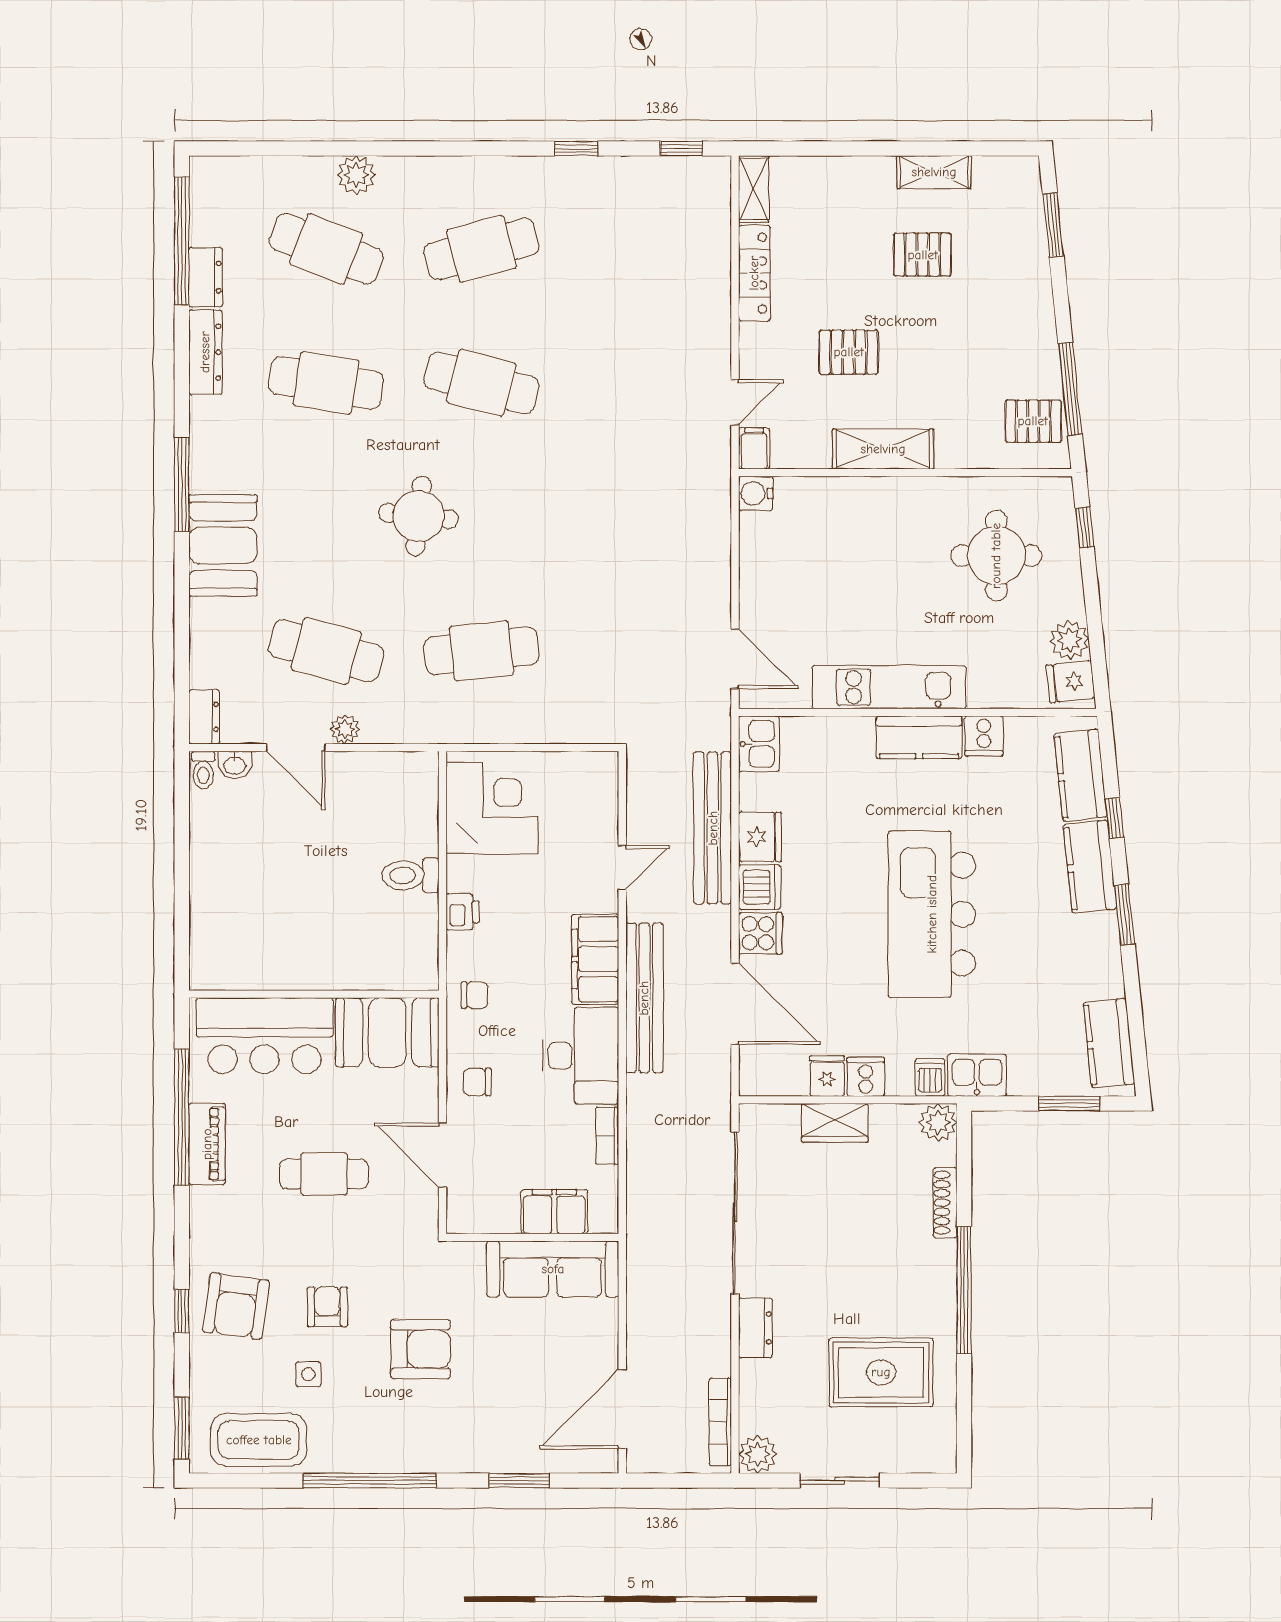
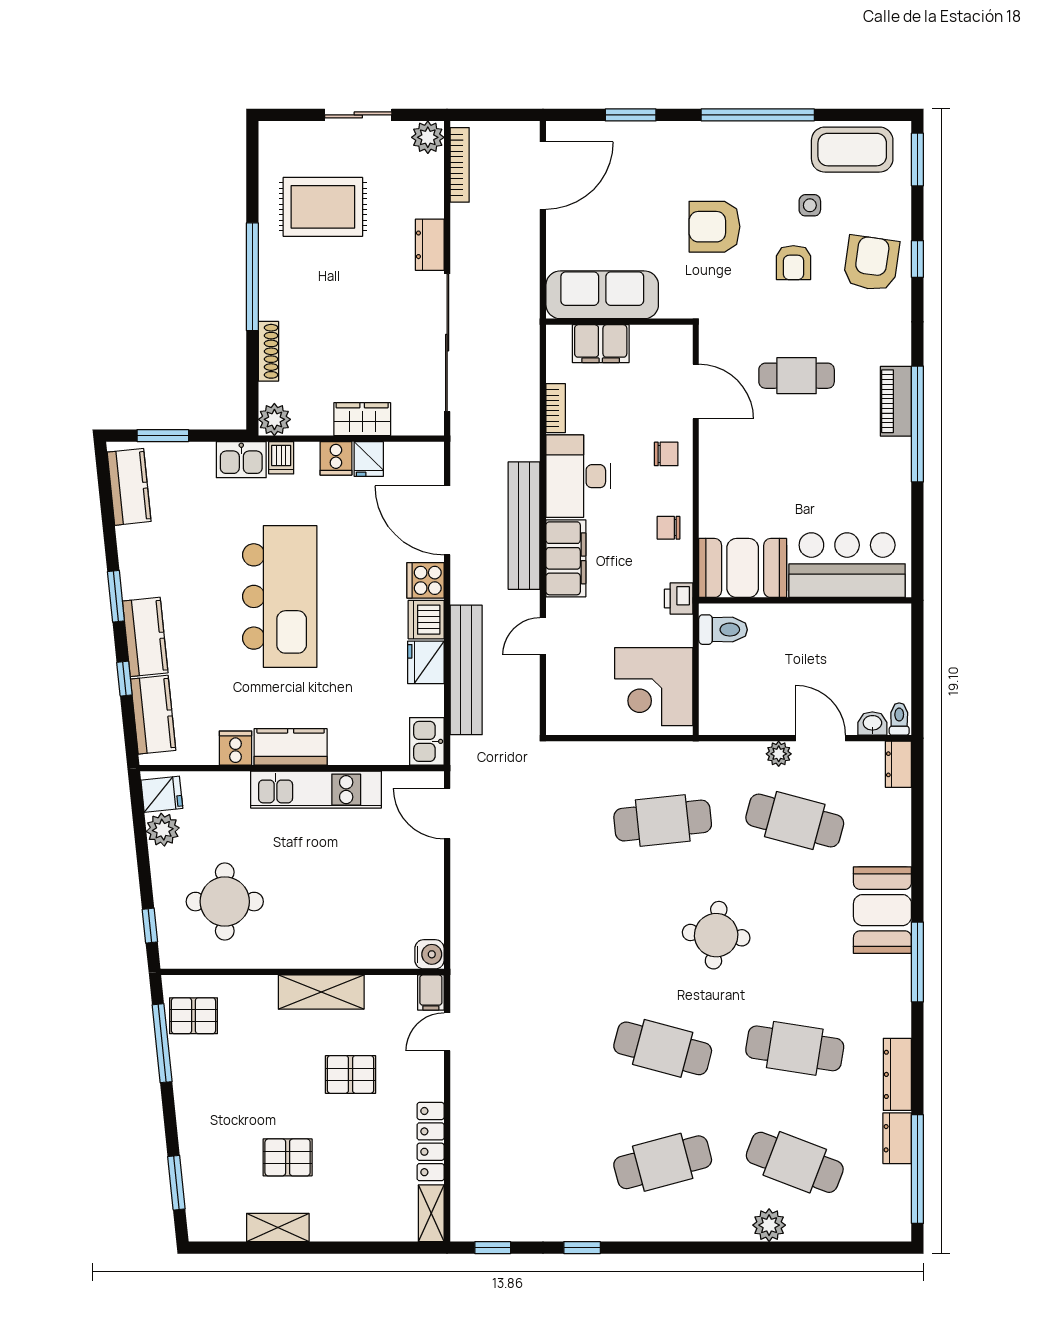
wall: (314, 994) -> (805, 600), moved
booth: (387, 1032) -> (743, 568), moved
bar counter: (265, 1036) -> (847, 565), moved

